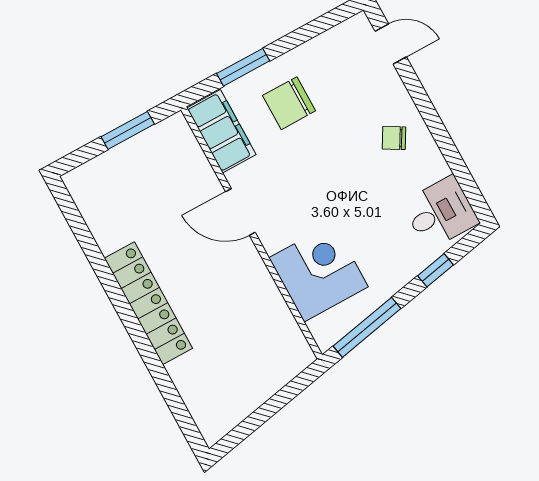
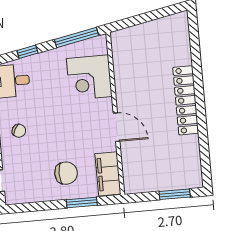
window: (128, 130) -> (175, 194), moved

